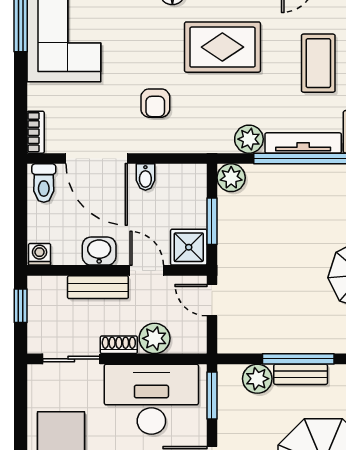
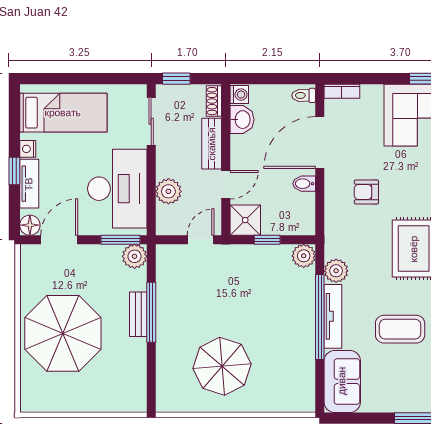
toilet: (44, 183) -> (304, 95), width x0.73, depth x0.72
window: (212, 221) -> (267, 240), width x0.67
washbasin: (99, 251) -> (242, 120), moved
window: (21, 306) -> (176, 79), moved
shoe rack: (119, 345) -> (214, 101), moved, turned 180
plant: (257, 379) -> (135, 256), moved

